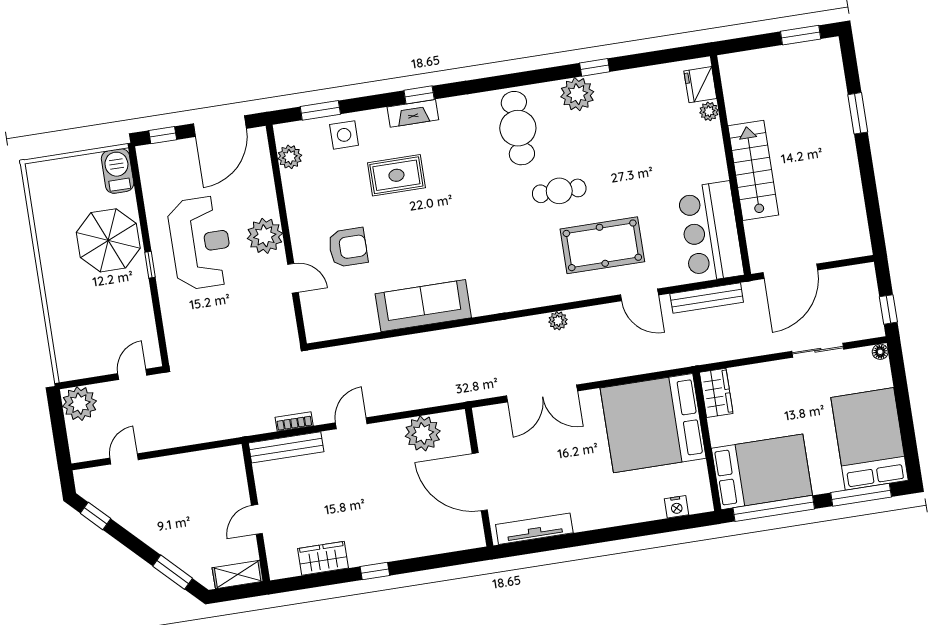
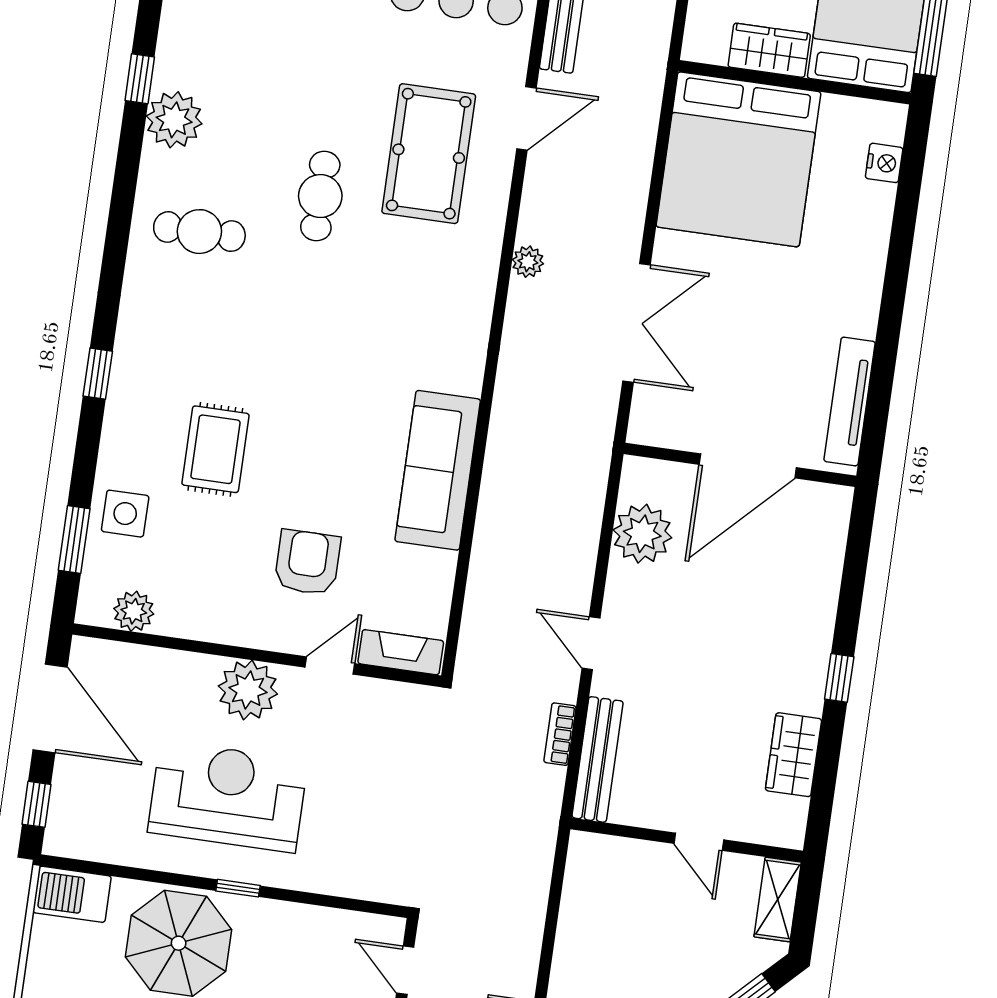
fireplace: (413, 113) -> (401, 652), moved, turned -90
cafe table: (518, 128) -> (199, 232), width x0.73, depth x0.74
wardrobe: (716, 393) -> (769, 50), moved

